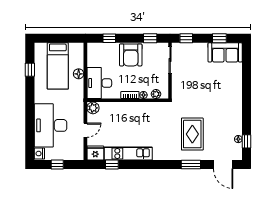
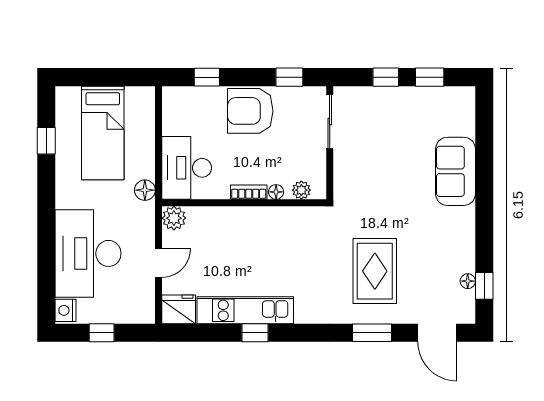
window: (186, 38) -> (386, 77), moved
sofa: (225, 52) -> (455, 171), moved, turned 90
armchair: (131, 55) -> (250, 111), turned 90
floor lamp: (79, 74) -> (145, 190), moved
window: (112, 165) -> (255, 333), moved

